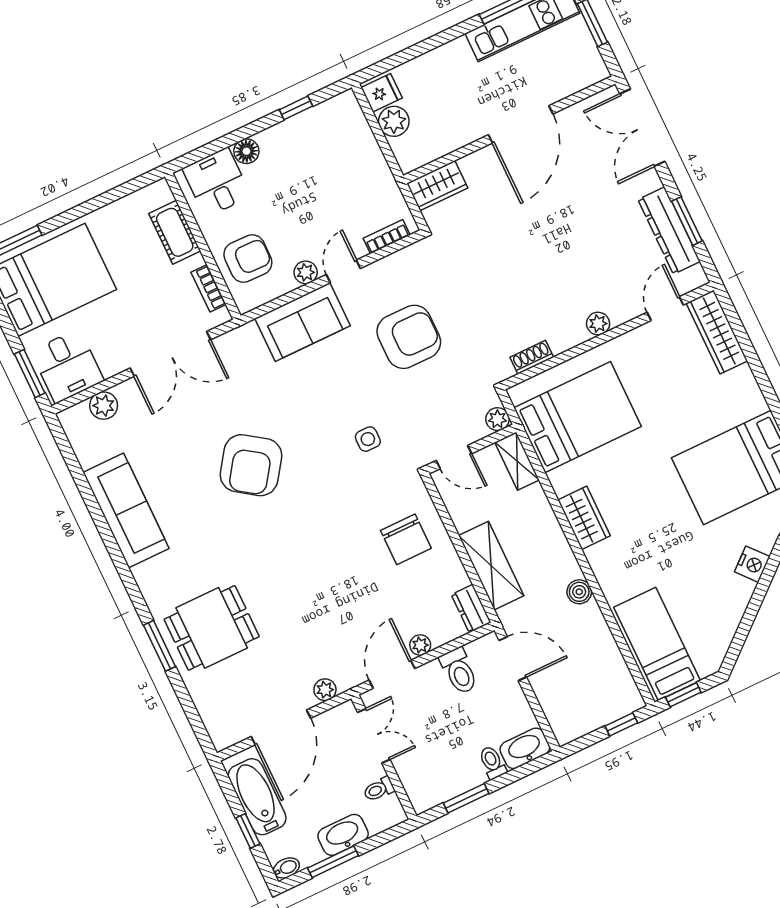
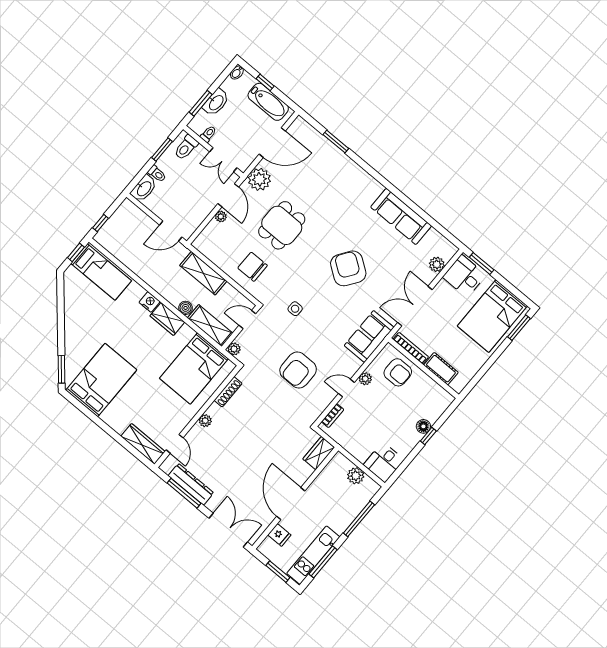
window: (421, 48) -> (359, 519), added
fridge: (382, 93) -> (279, 535), moved, turned -90
window: (296, 108) -> (428, 436), moved
desk: (217, 182) -> (384, 462), moved, turned 90
window: (687, 221) -> (184, 493), width x1.44
armchair: (248, 259) -> (398, 372), turned -91
door: (343, 271) -> (346, 388), swing flipped
bookcase: (209, 288) -> (411, 348), width x1.56
sofa: (302, 322) -> (369, 336), moved
shoe rack: (532, 357) -> (228, 392), width x1.43
shelving: (517, 461) -> (210, 326), width x1.50, depth x1.33
nightstand: (752, 564) -> (149, 302), moved, turned 131
boiler: (579, 592) -> (186, 308), moved
dresser: (471, 609) -> (203, 247), removed
dining table: (212, 628) -> (282, 225), moved
window: (160, 646) -> (336, 142), moved
toilet: (459, 671) -> (186, 147), moved, turned -90
plant: (325, 690) -> (259, 179), width x1.87, depth x1.87
door: (281, 727) -> (272, 143), swing flipped
window: (333, 862) -> (201, 103), moved

